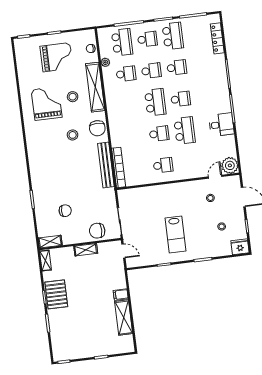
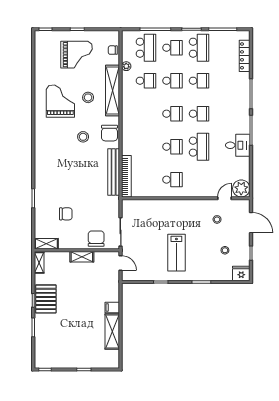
school desk: (155, 102) -> (172, 114), width x0.54
chair: (97, 231) -> (96, 239), turned 90

